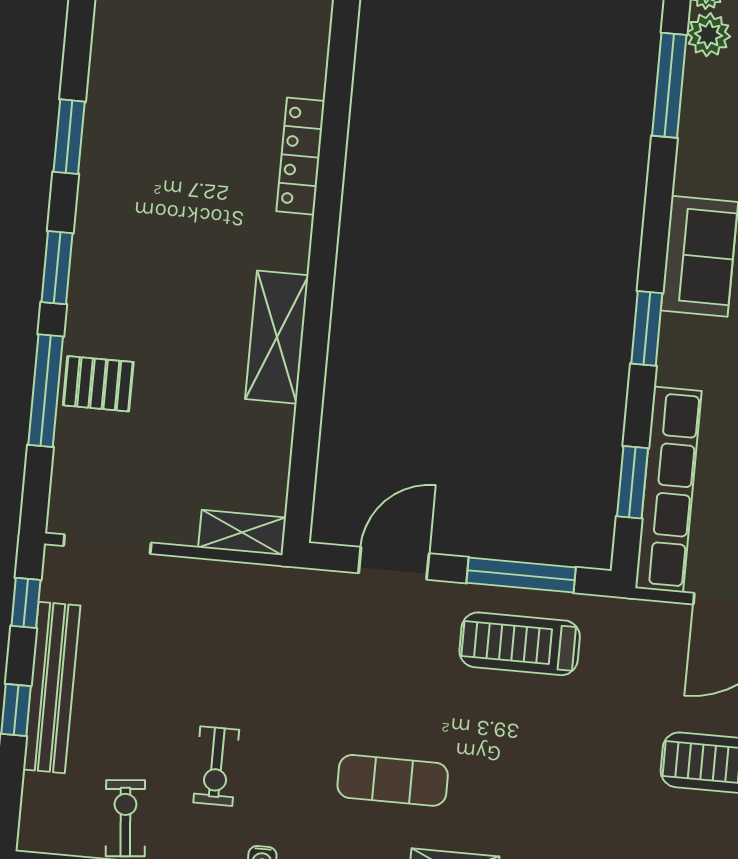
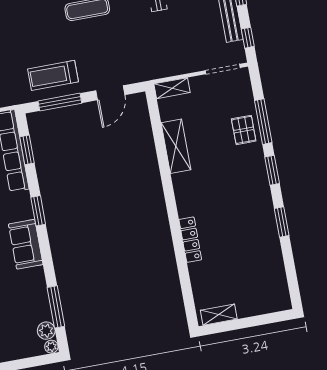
shelving: (277, 337) -> (176, 146), moved
pallet: (98, 384) -> (244, 130), turned 90
treadmill: (520, 644) -> (53, 75), turned 180

